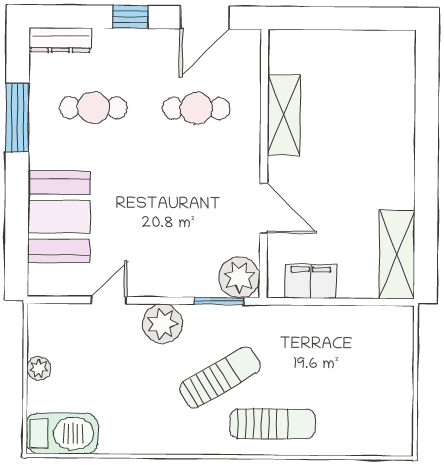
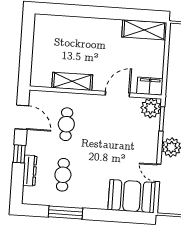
dresser: (60, 40) -> (30, 171), moved
booth: (59, 217) -> (132, 196), moved
filing cabinet: (311, 281) -> (150, 86), moved, turned 90

